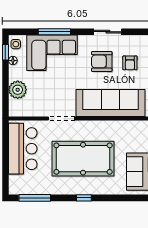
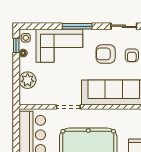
window: (54, 32) -> (77, 26), moved
sliding door: (108, 32) -> (124, 26), moved

